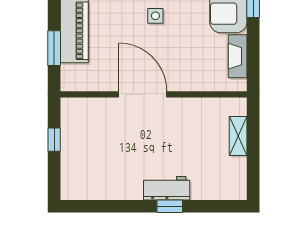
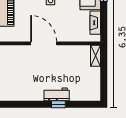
shelving: (238, 136) -> (96, 56), moved

